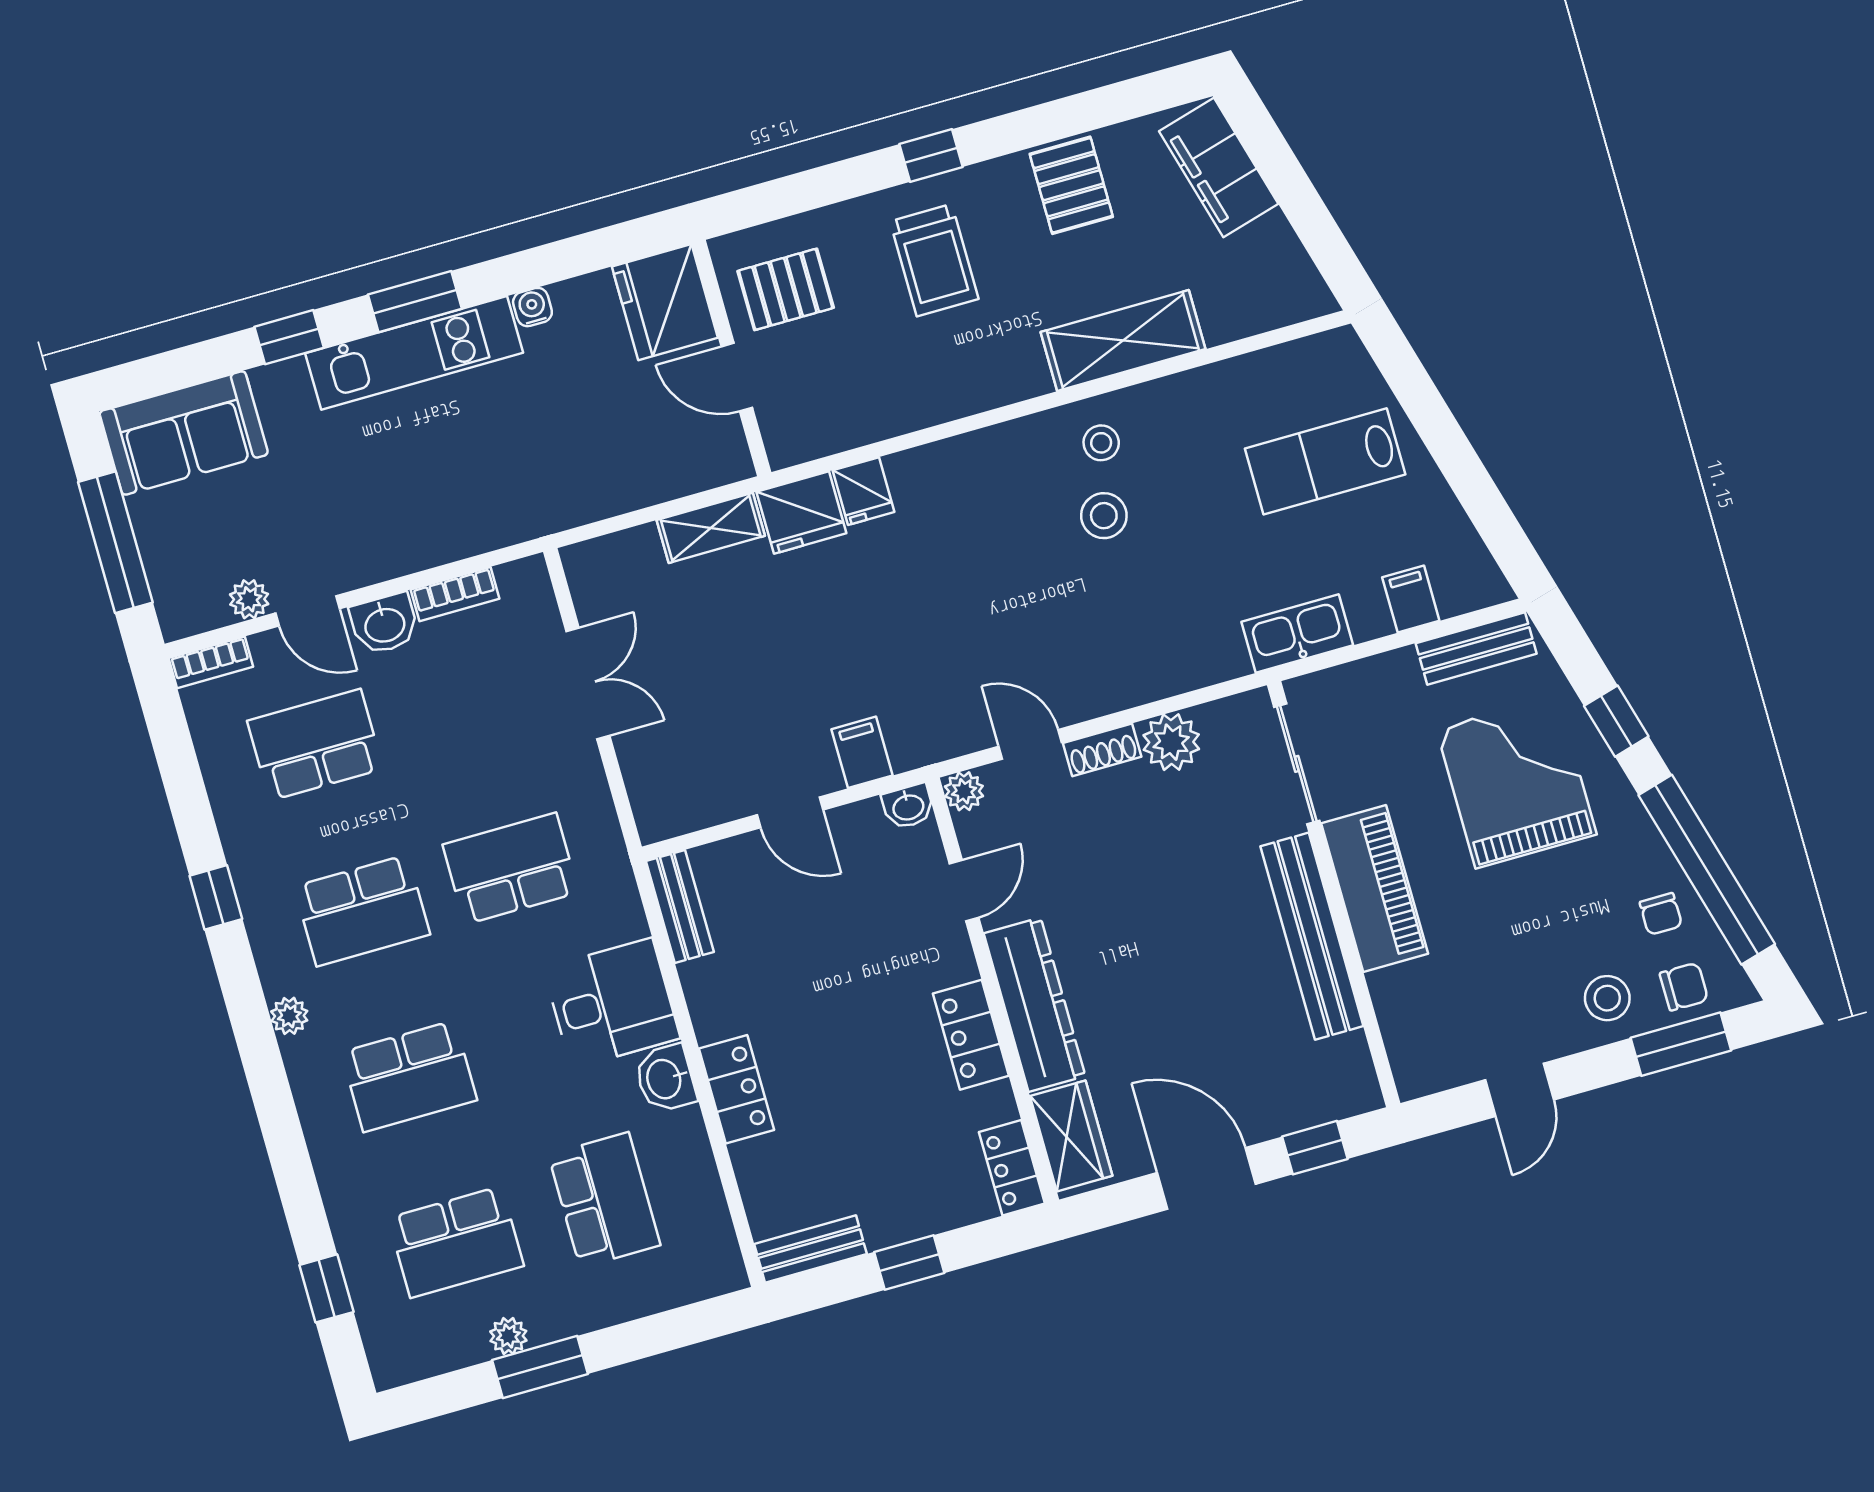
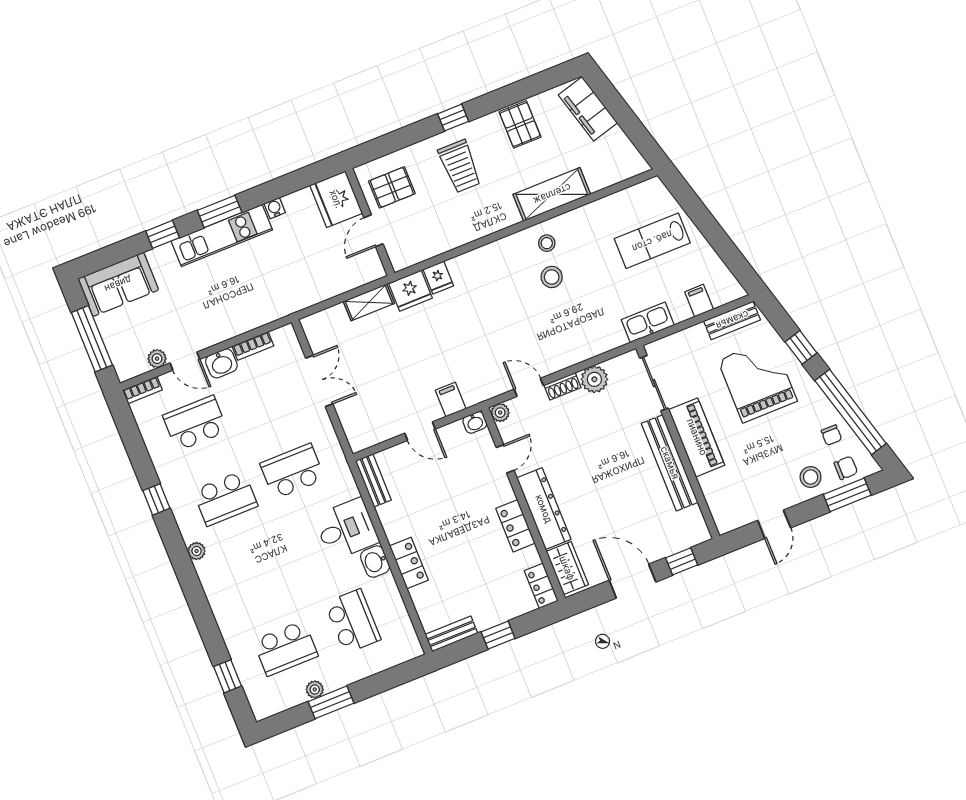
door: (737, 377) -> (373, 231), hinge flipped
school desk: (409, 1076) -> (255, 573), removed

